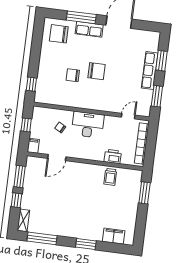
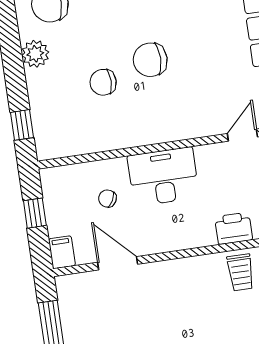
plant: (46, 54) -> (35, 54), added
chair: (96, 71) -> (150, 60), turned 180
door: (57, 158) -> (118, 263), swing flipped

